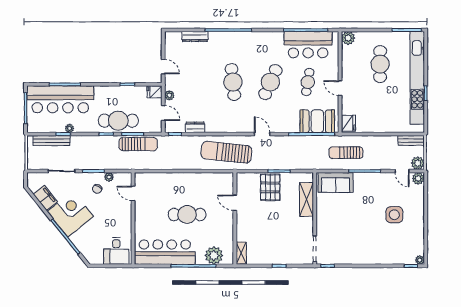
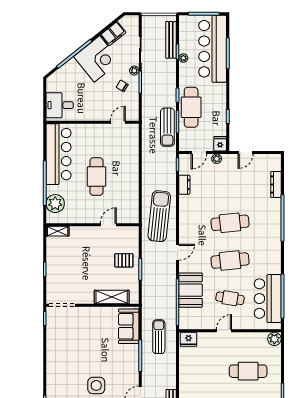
cafe table: (270, 82) -> (230, 261), turned -30
booth: (317, 121) -> (191, 290), moved
plant: (109, 177) -> (134, 71), moved
pallet: (270, 187) -> (124, 260), width x0.67, depth x0.71

